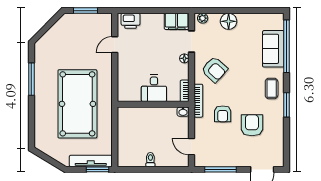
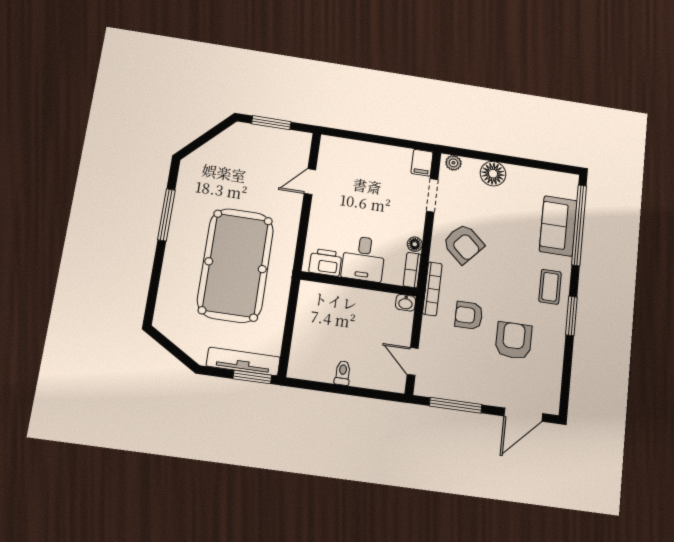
printer: (131, 21) -> (325, 262), moved, turned 180
filing cabinet: (177, 21) -> (422, 163), width x0.50
floor lamp: (184, 58) -> (415, 244), moved
armchair: (223, 114) -> (469, 315), turned 90

